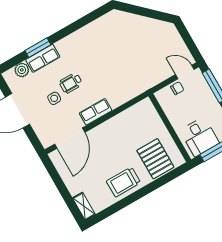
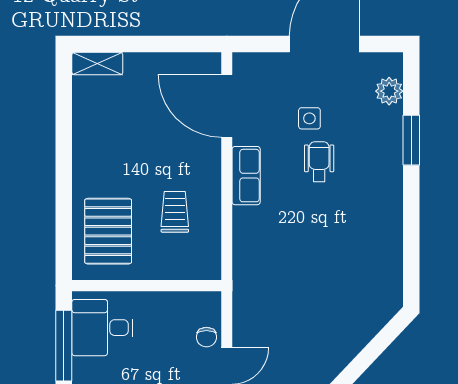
row of seats: (43, 58) -> (388, 138), removed
pallet: (155, 159) -> (108, 231), turned 90
trolley: (124, 182) -> (175, 212), moved, width x0.73, depth x0.72

